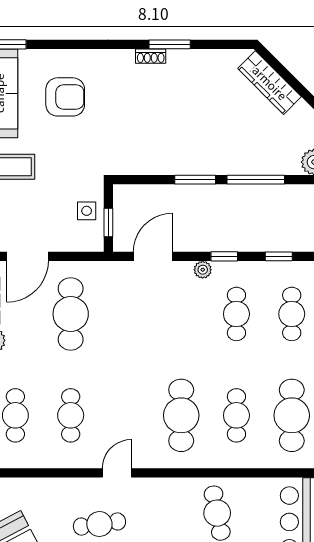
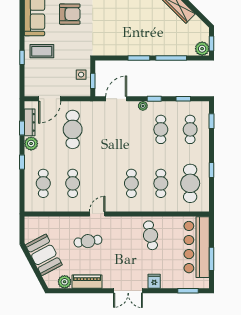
cafe table: (181, 415) -> (131, 183), width x0.73, depth x0.74

